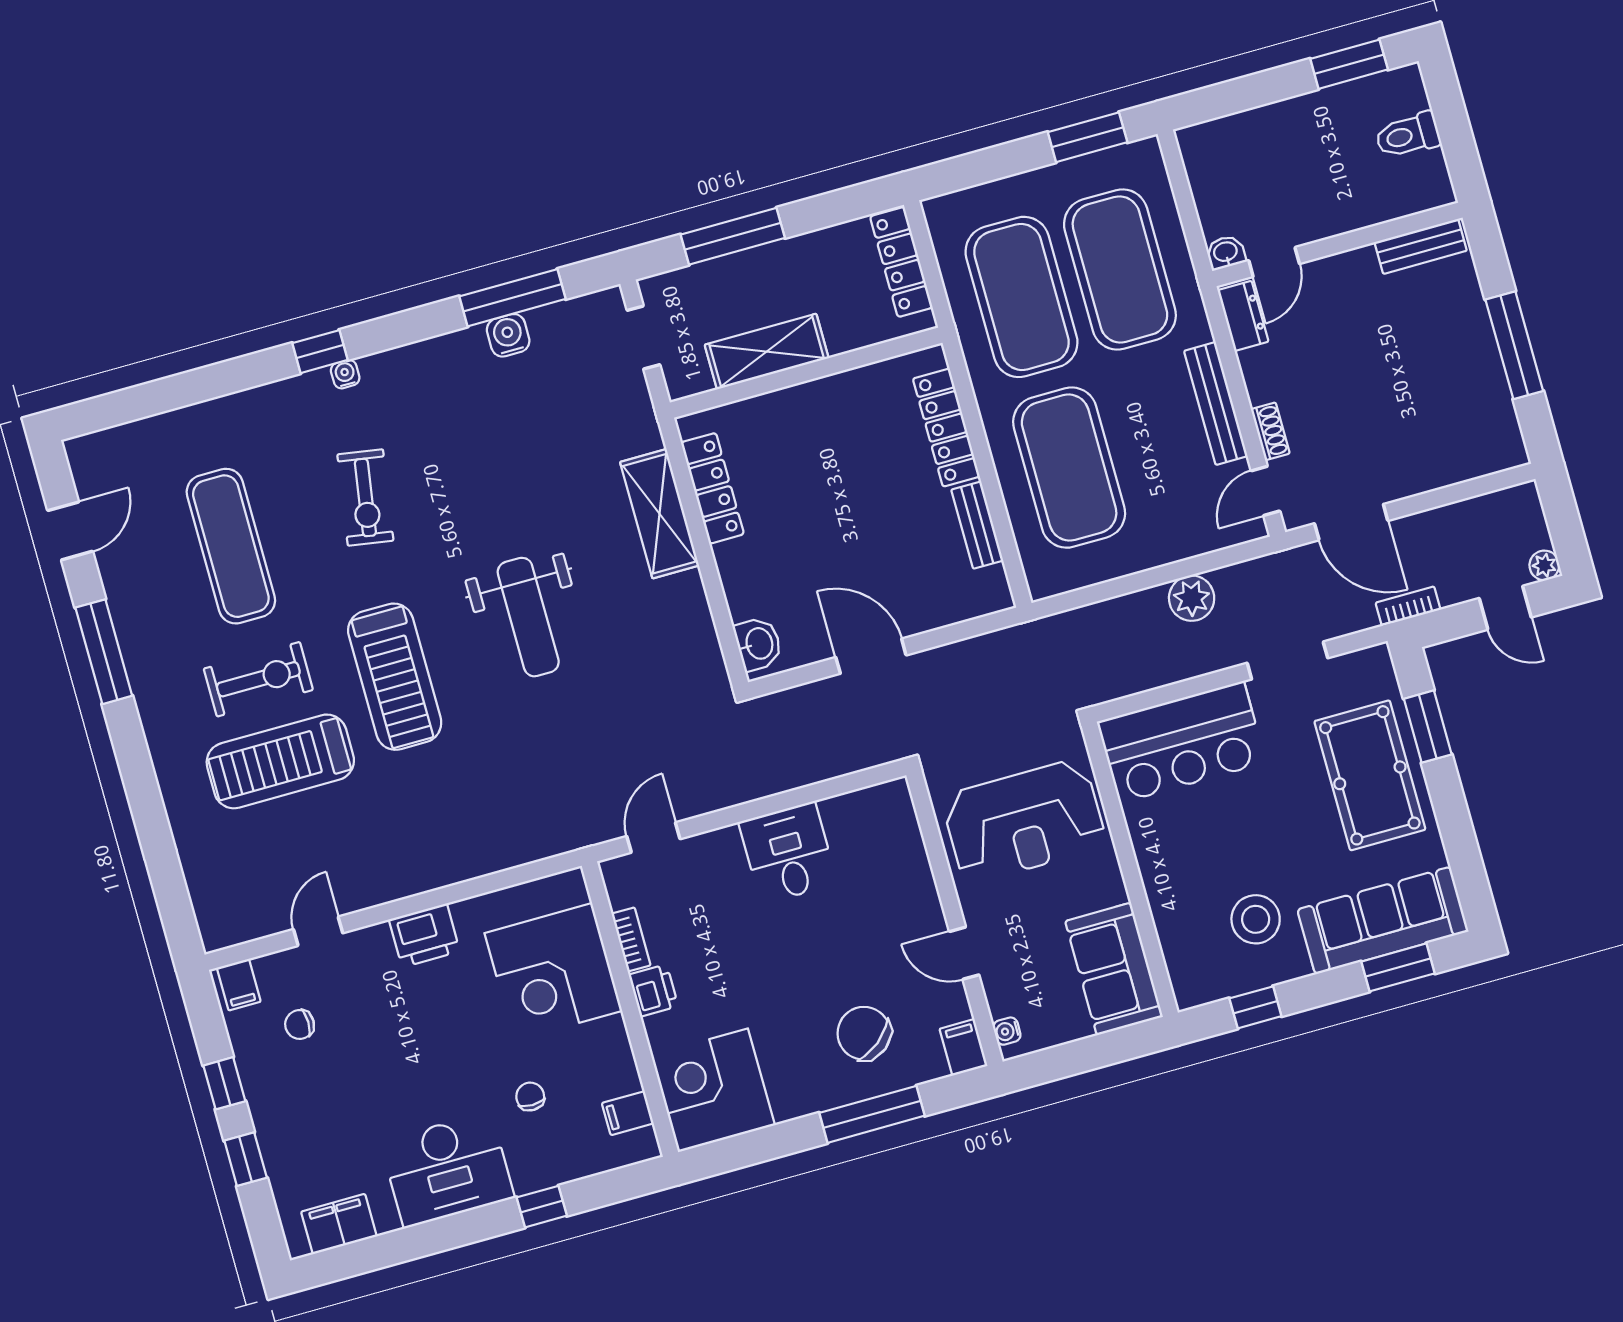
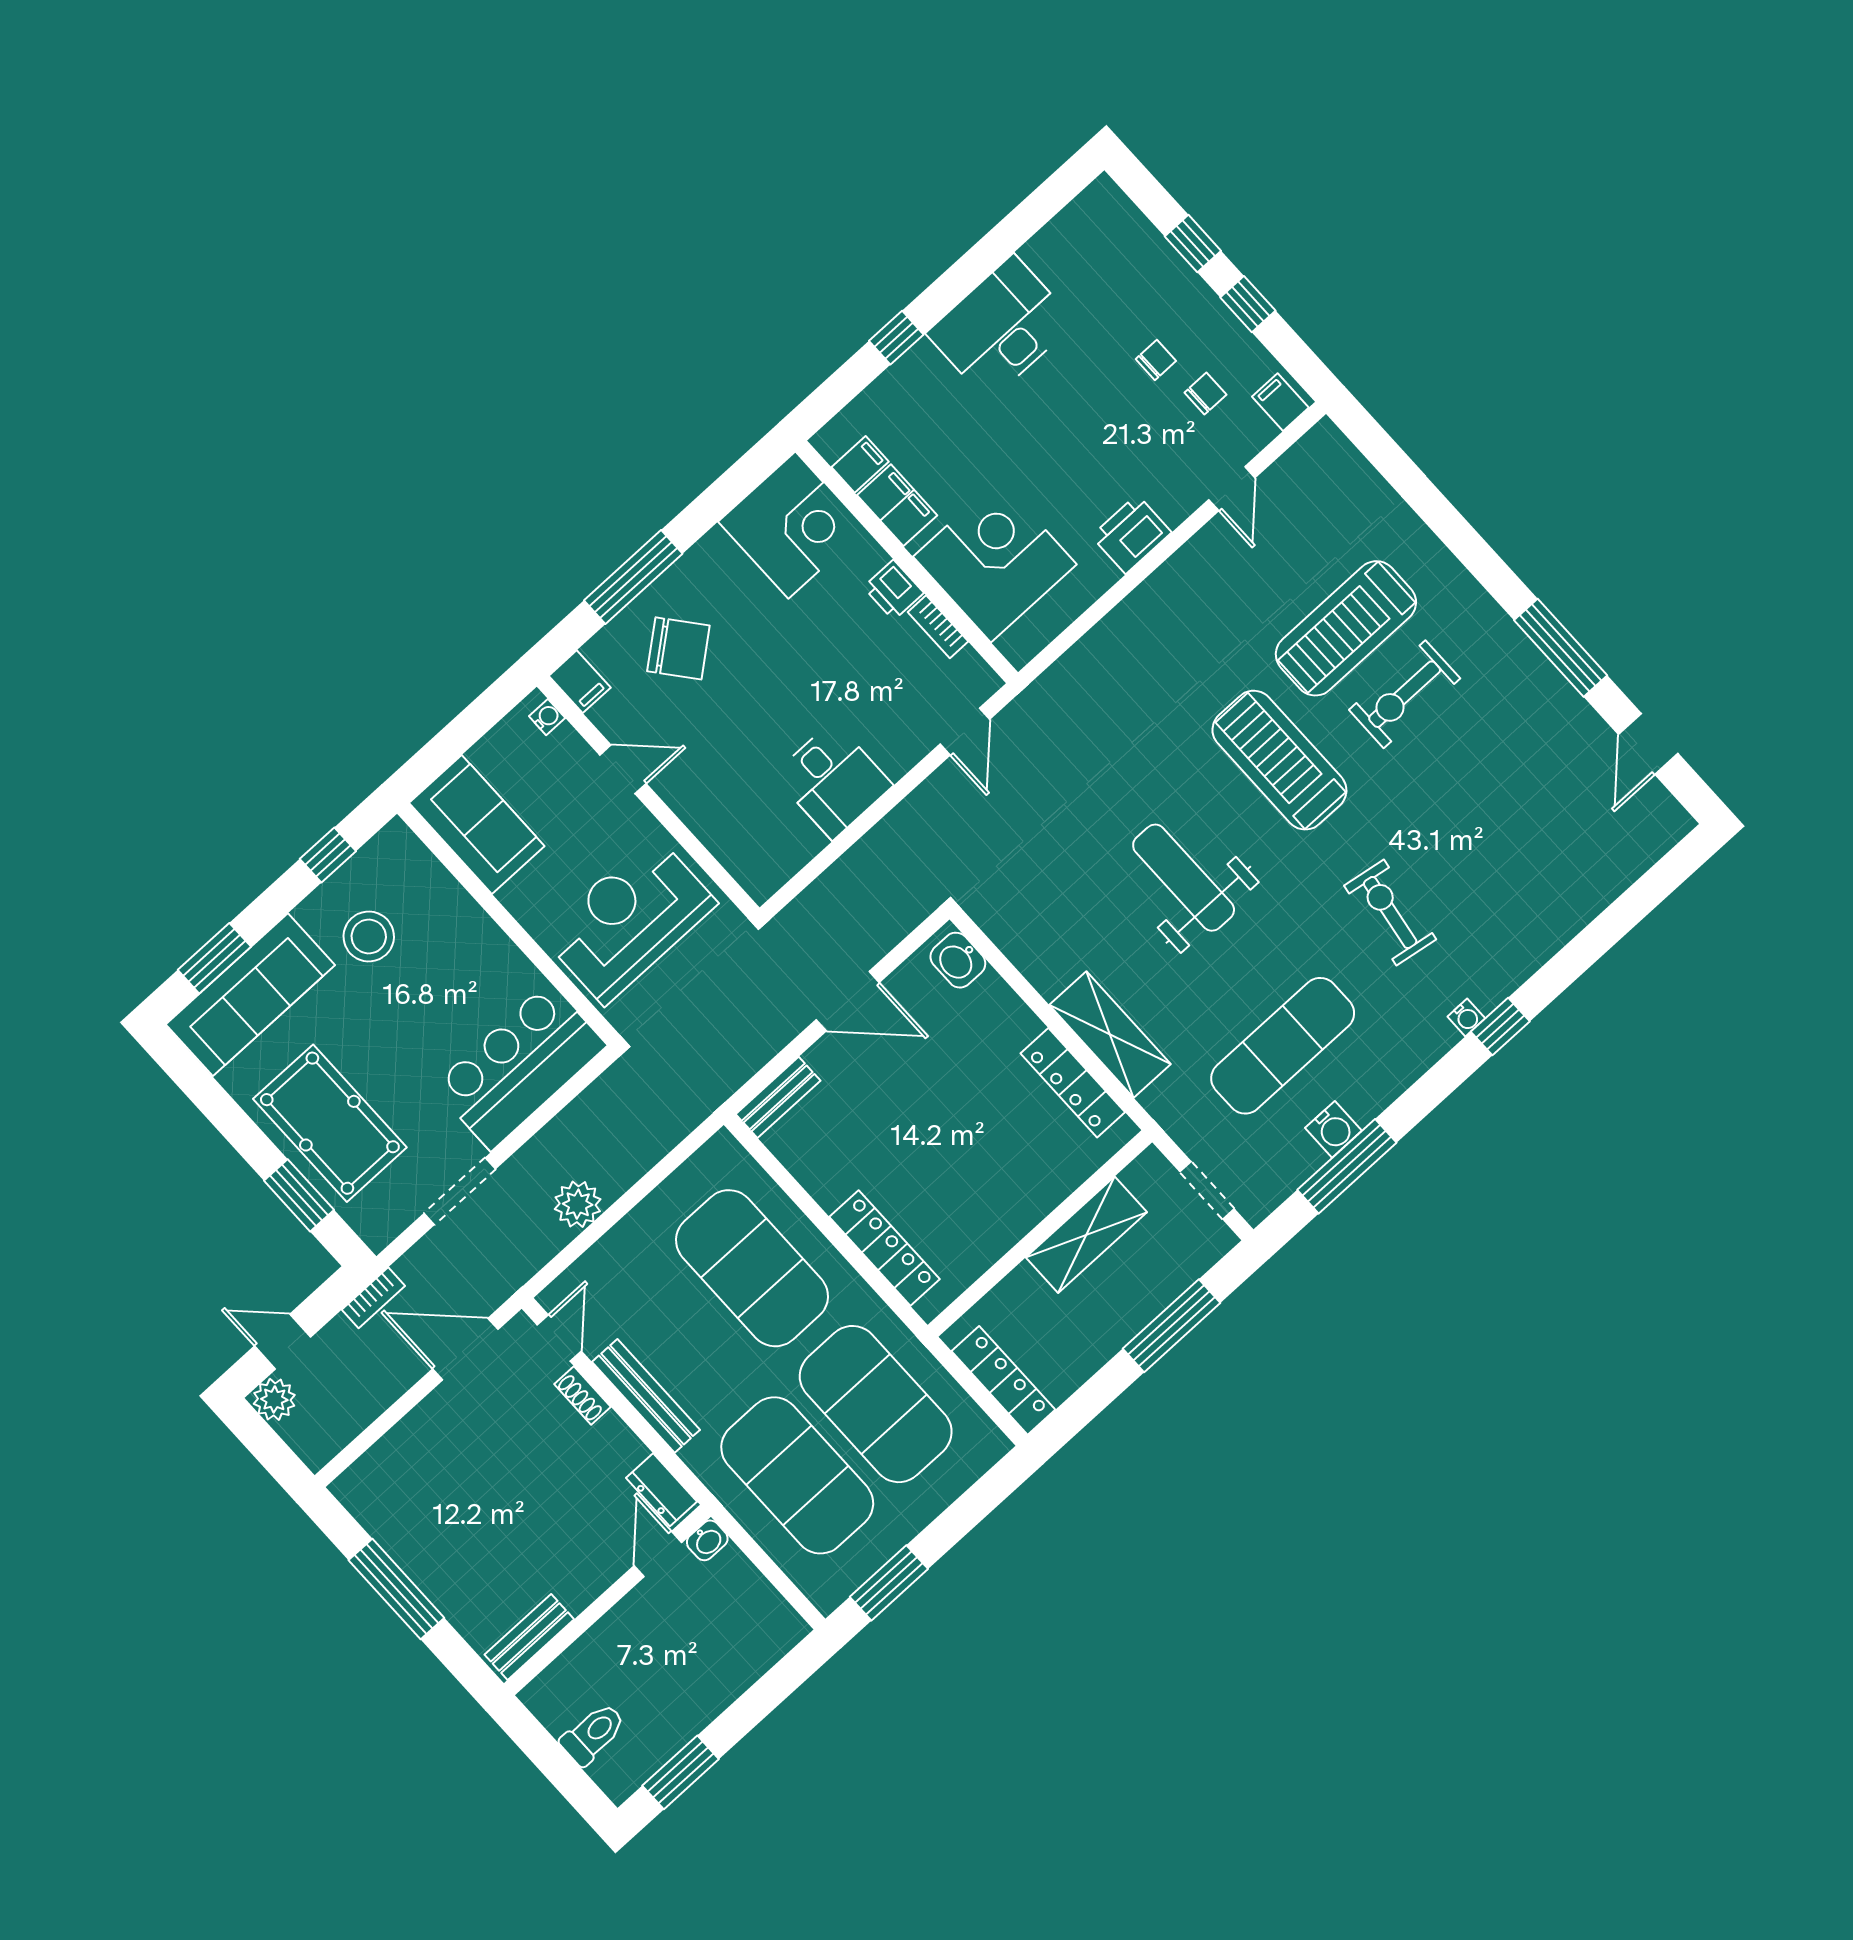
bench: (977, 525) -> (778, 1097), moved, turned 90
exercise mat: (231, 546) -> (1283, 1046), moved, turned 90
plant: (1544, 565) -> (274, 1399), width x1.38, depth x1.38
treadmill: (280, 761) -> (1346, 628), turned 180
chair: (530, 1097) -> (1156, 360), moved, turned -90
filing cabinet: (339, 1224) -> (897, 505), moved, turned -90

